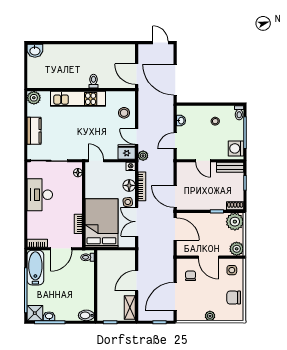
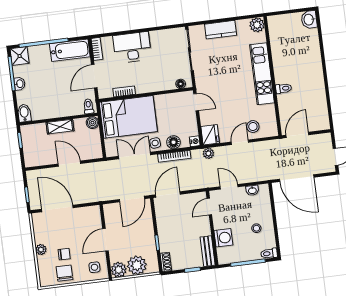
door: (175, 80) -> (297, 178), swing flipped
door: (137, 137) -> (240, 142), moved
washing machine: (236, 148) -> (223, 238), moved, turned 90
door: (96, 161) -> (196, 102), hinge flipped
door: (203, 161) -> (209, 207), moved
desk: (40, 195) -> (132, 47), moved
plant: (235, 222) -> (137, 265), moved
door: (61, 249) -> (94, 76), hinge flipped
boiler: (102, 256) -> (92, 123), added
chair: (191, 276) -> (64, 254), moved
shelving: (130, 307) -> (60, 127), moved
washbasin: (49, 316) -> (20, 84), moved

